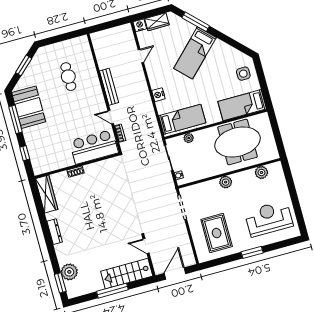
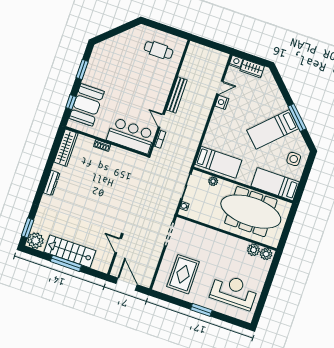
window: (196, 22) -> (297, 118), moved
bed: (195, 53) -> (273, 129), moved
window: (24, 65) -> (119, 30), removed
cafe table: (68, 77) -> (159, 50), moved, turned 90
nightstand: (158, 95) -> (222, 102), moved
booth: (29, 107) -> (87, 105), moved
window: (15, 119) -> (82, 70), width x0.69
meeting table: (238, 142) -> (251, 212), width x1.36
plant: (226, 182) -> (266, 254), moved
plant: (69, 272) -> (35, 241), moved
door: (175, 273) -> (127, 284), hinge flipped
stairs: (127, 274) -> (70, 251), moved

